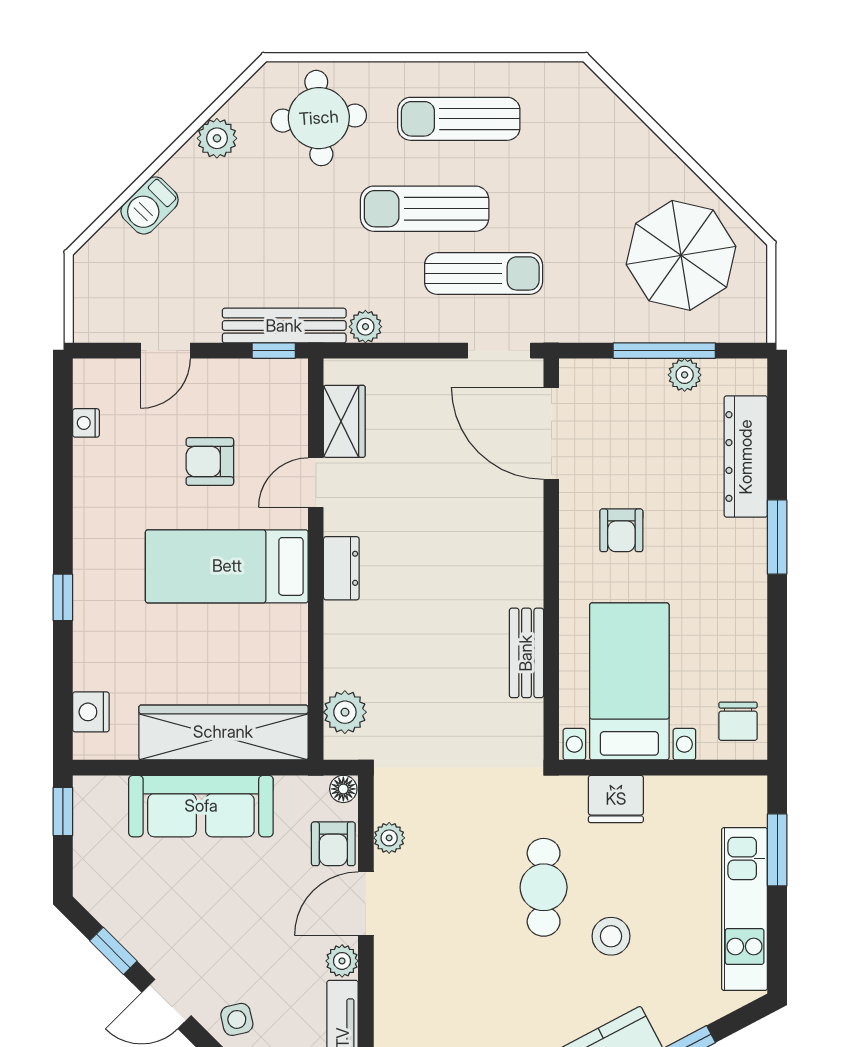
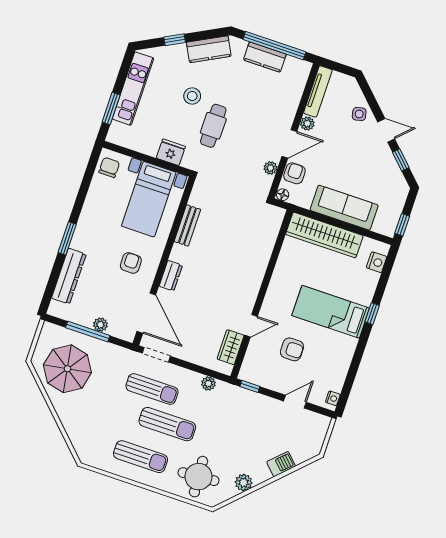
sun lounger: (484, 273) -> (152, 389), turned 180
bench: (284, 326) -> (242, 395), removed
plant: (685, 375) -> (100, 325), moved
nightstand: (86, 423) -> (333, 398), moved
bed: (227, 566) -> (331, 312), moved, turned 180
dresser: (341, 568) -> (171, 276), moved, turned 180
plant: (345, 712) -> (271, 226), removed

